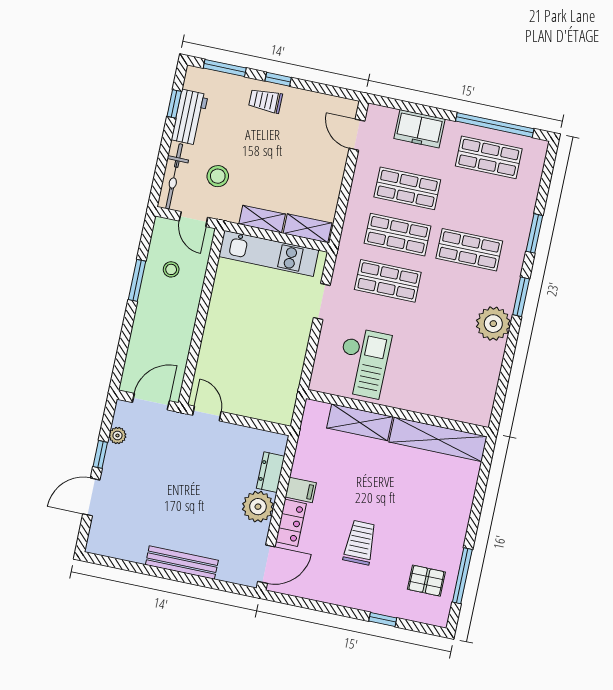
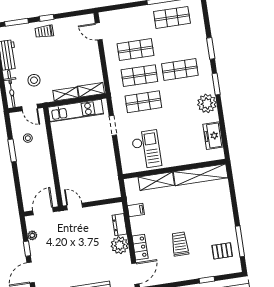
freezer: (419, 129) -> (213, 136), moved, turned 90
filing cabinet: (301, 490) -> (136, 210), moved

